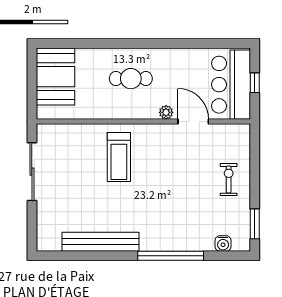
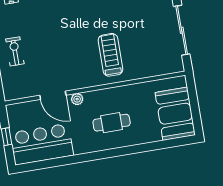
bar counter: (231, 85) -> (42, 144), moved, turned -90
exercise bike: (229, 179) -> (15, 51), turned 180

